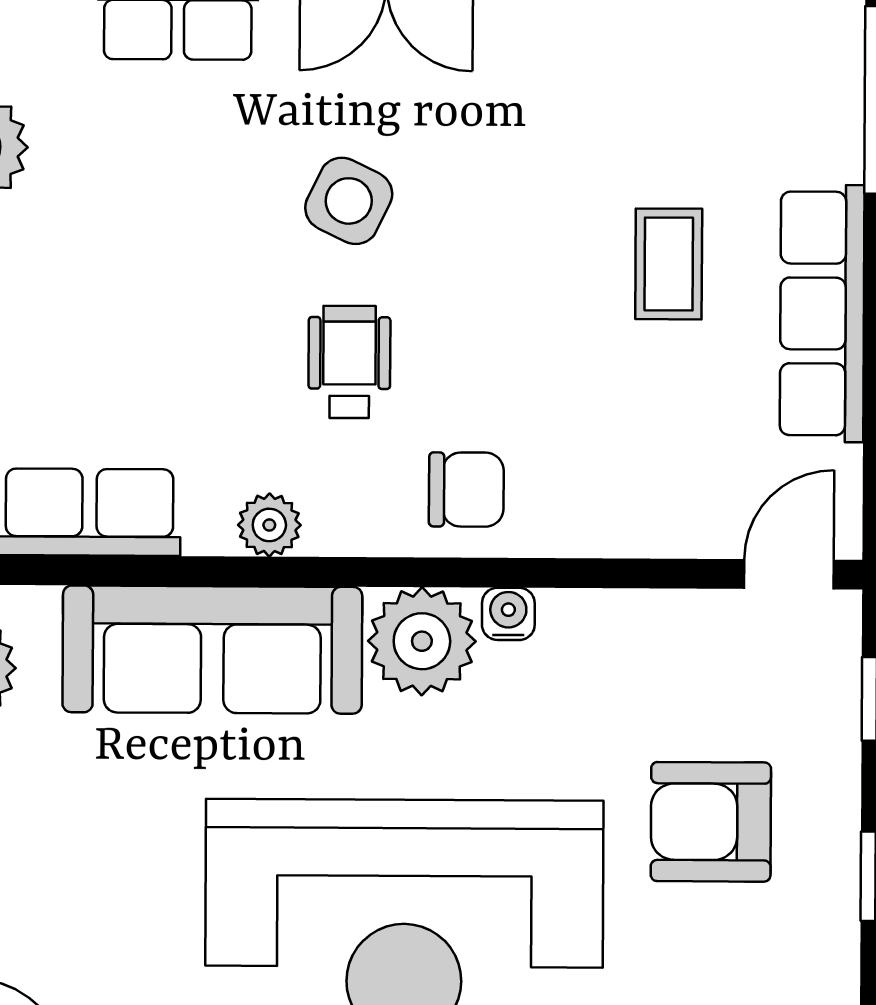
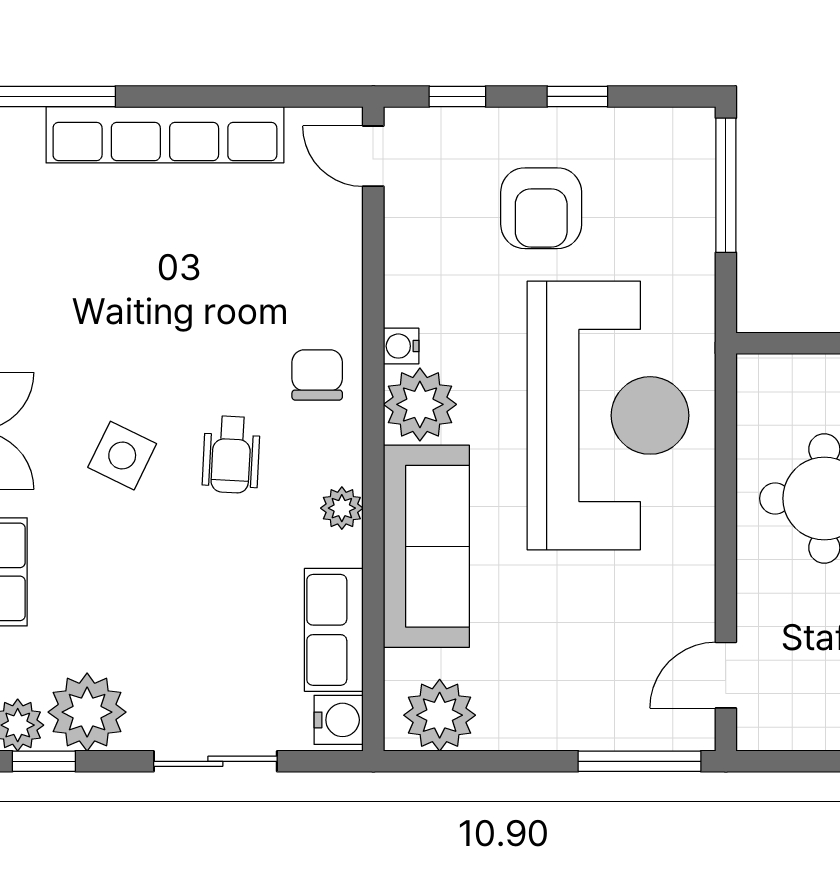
coffee table: (669, 264) -> (164, 239), removed
row of seats: (822, 313) -> (165, 135), width x1.36
wheelchair: (349, 362) -> (231, 454), turned -87

